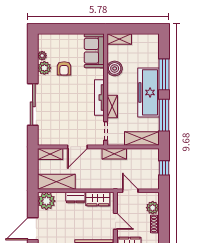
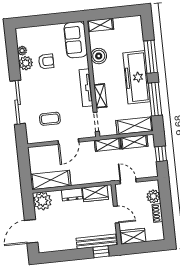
armchair: (64, 68) -> (46, 61), turned -90
coffee table: (62, 123) -> (50, 119), added
shelving: (50, 154) -> (134, 142), moved

